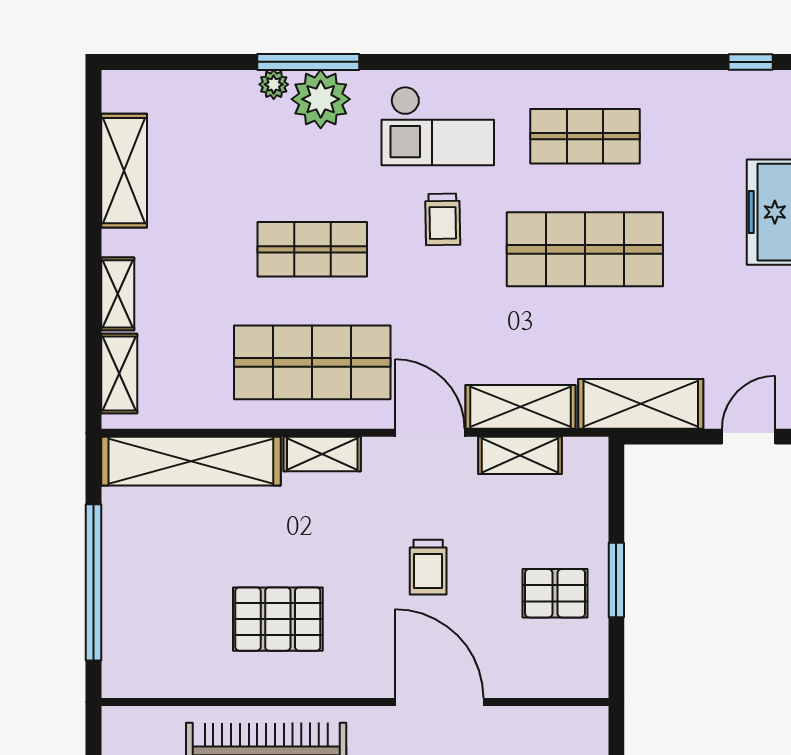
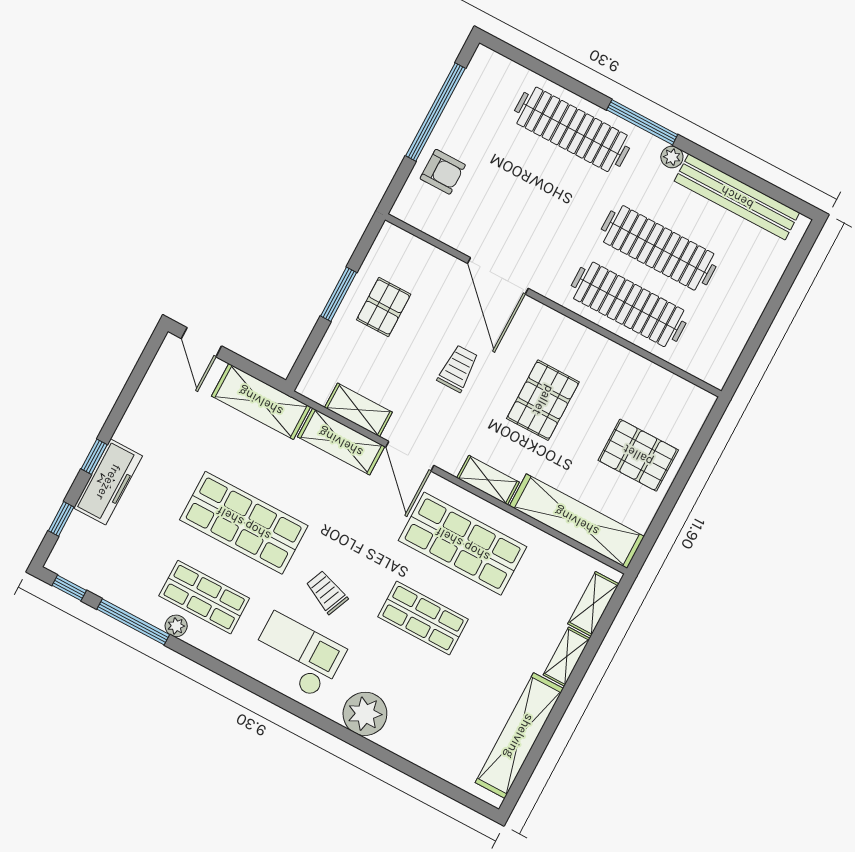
window: (308, 62) -> (133, 622), moved
plant: (274, 84) -> (176, 626), moved
shelving: (124, 171) -> (519, 736), width x1.47
trolley: (443, 219) -> (327, 592), turned -66
door: (749, 437) -> (201, 342), hinge flipped
pallet: (160, 578) -> (638, 455), added
window: (93, 582) -> (683, 475), removed
pallet: (555, 593) -> (384, 307), turned 90
pallet: (278, 619) -> (543, 400), moved, turned 90

